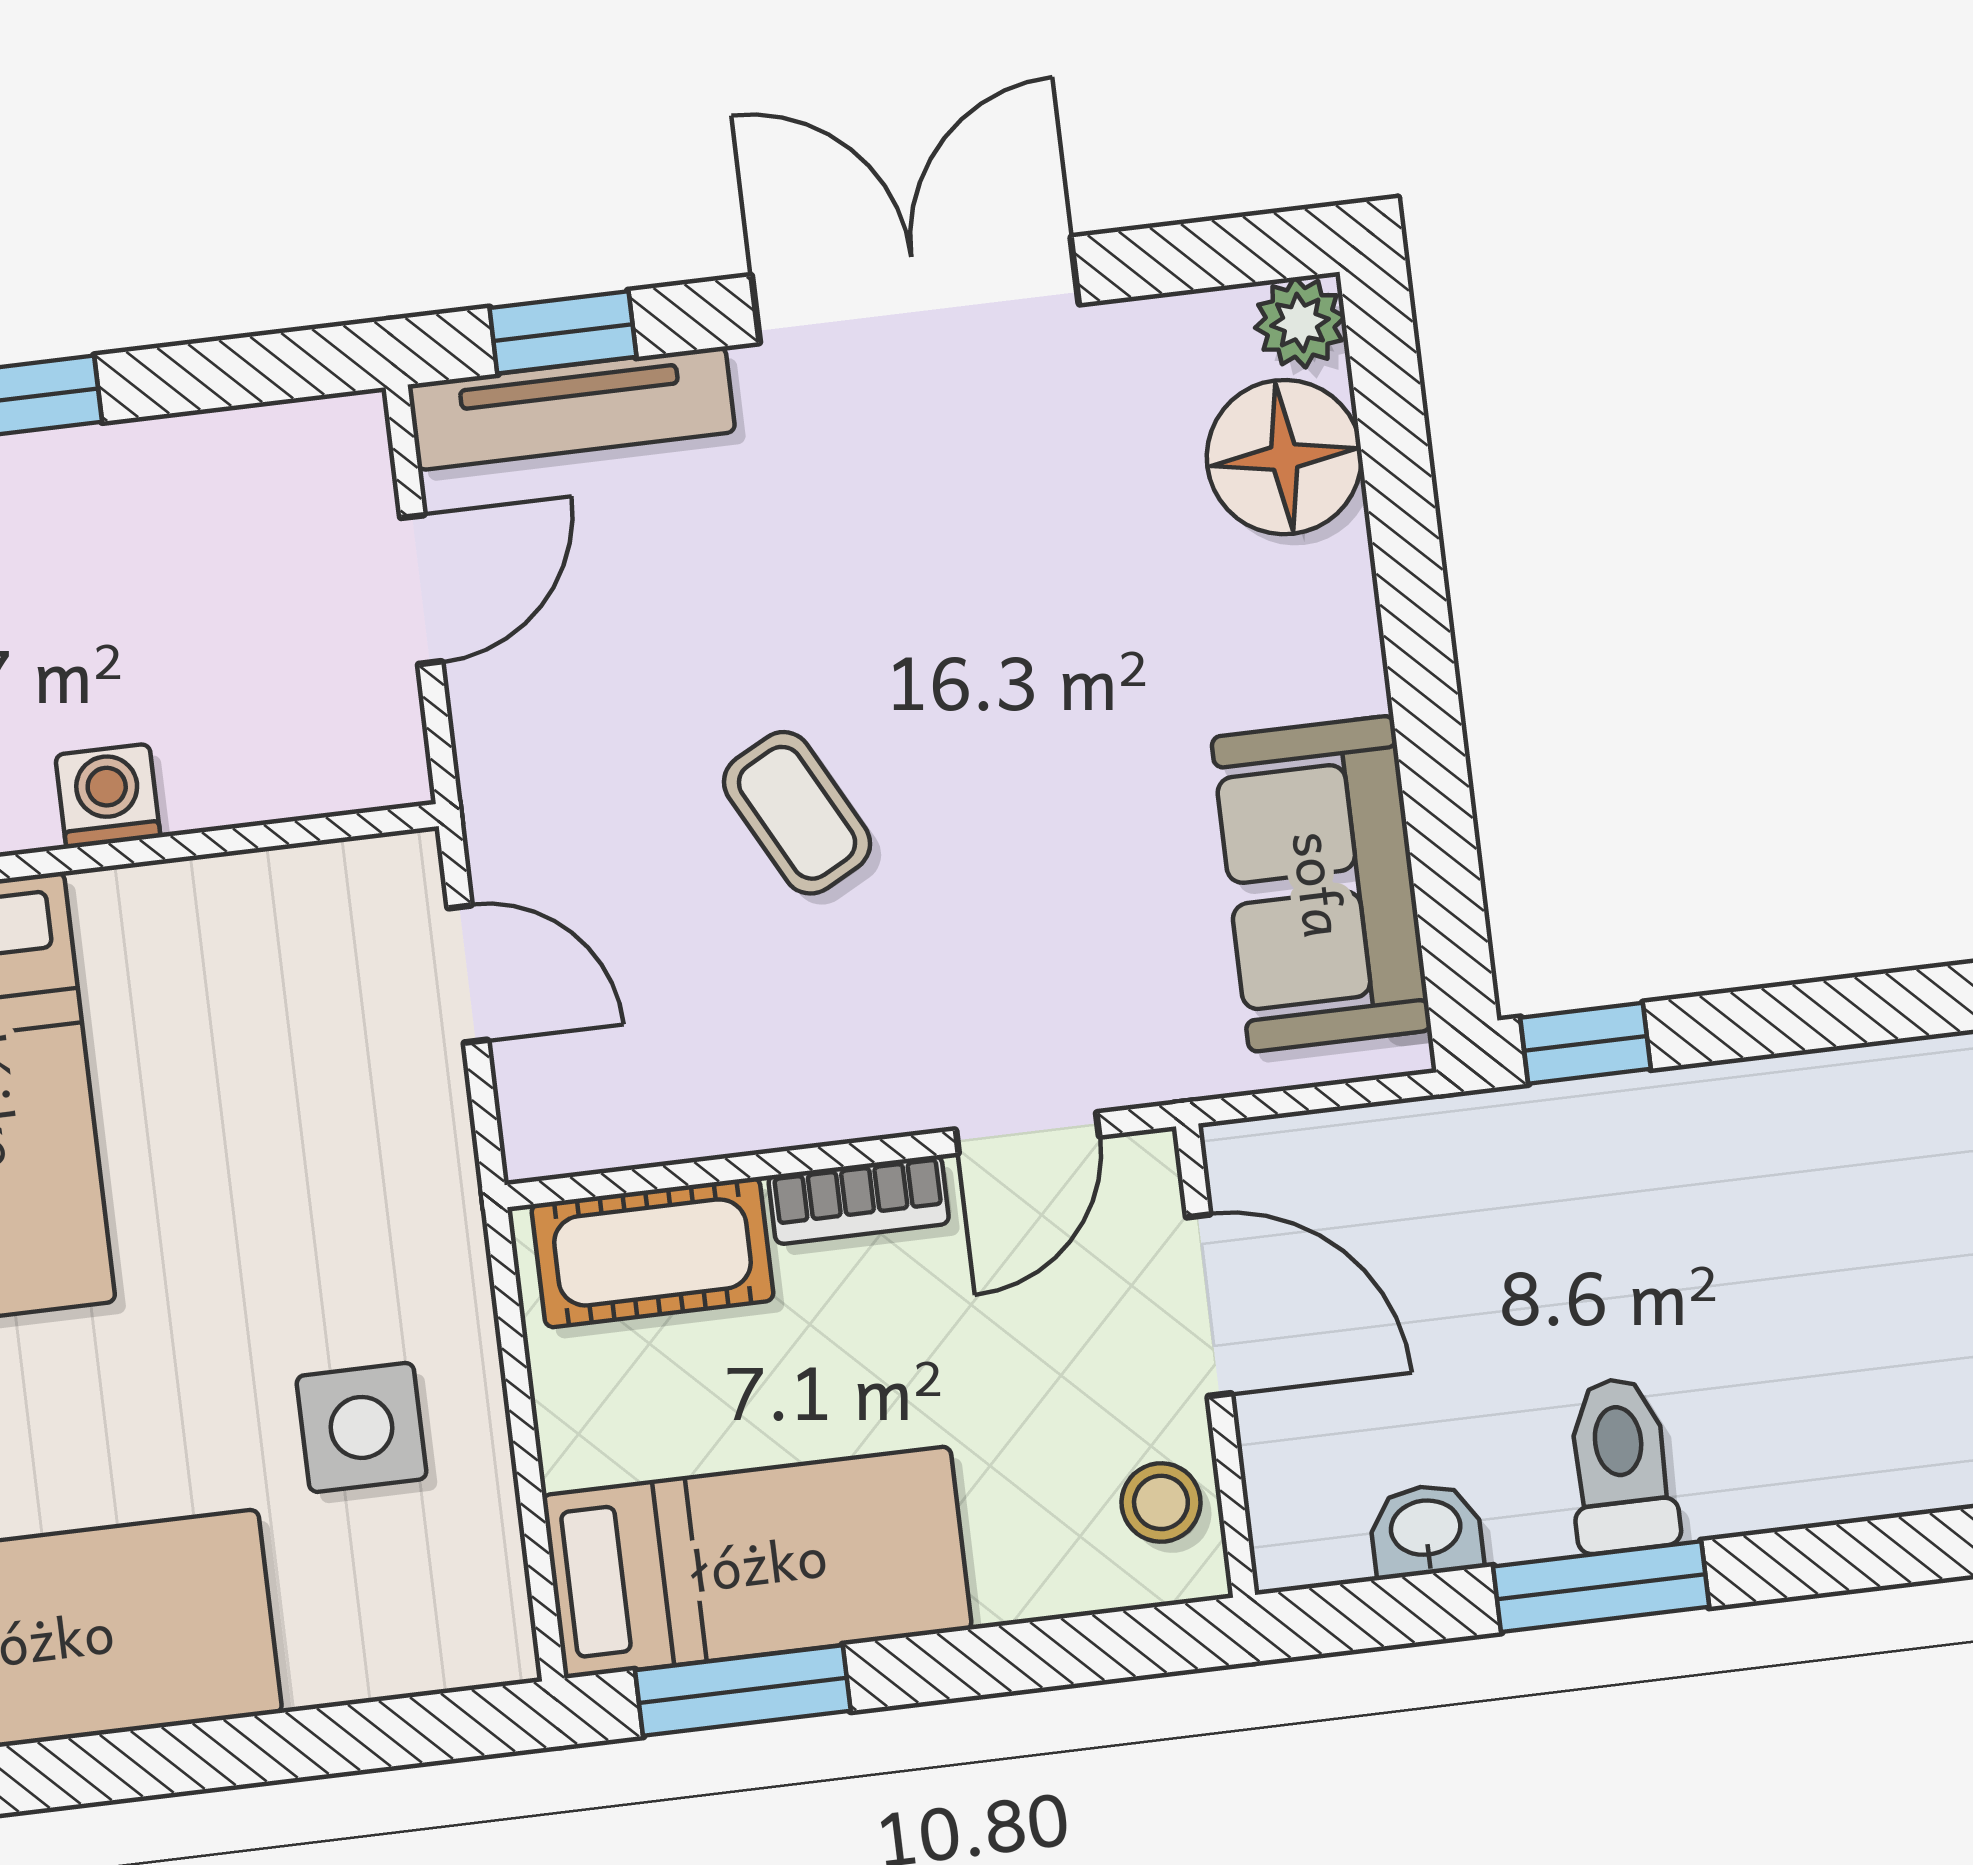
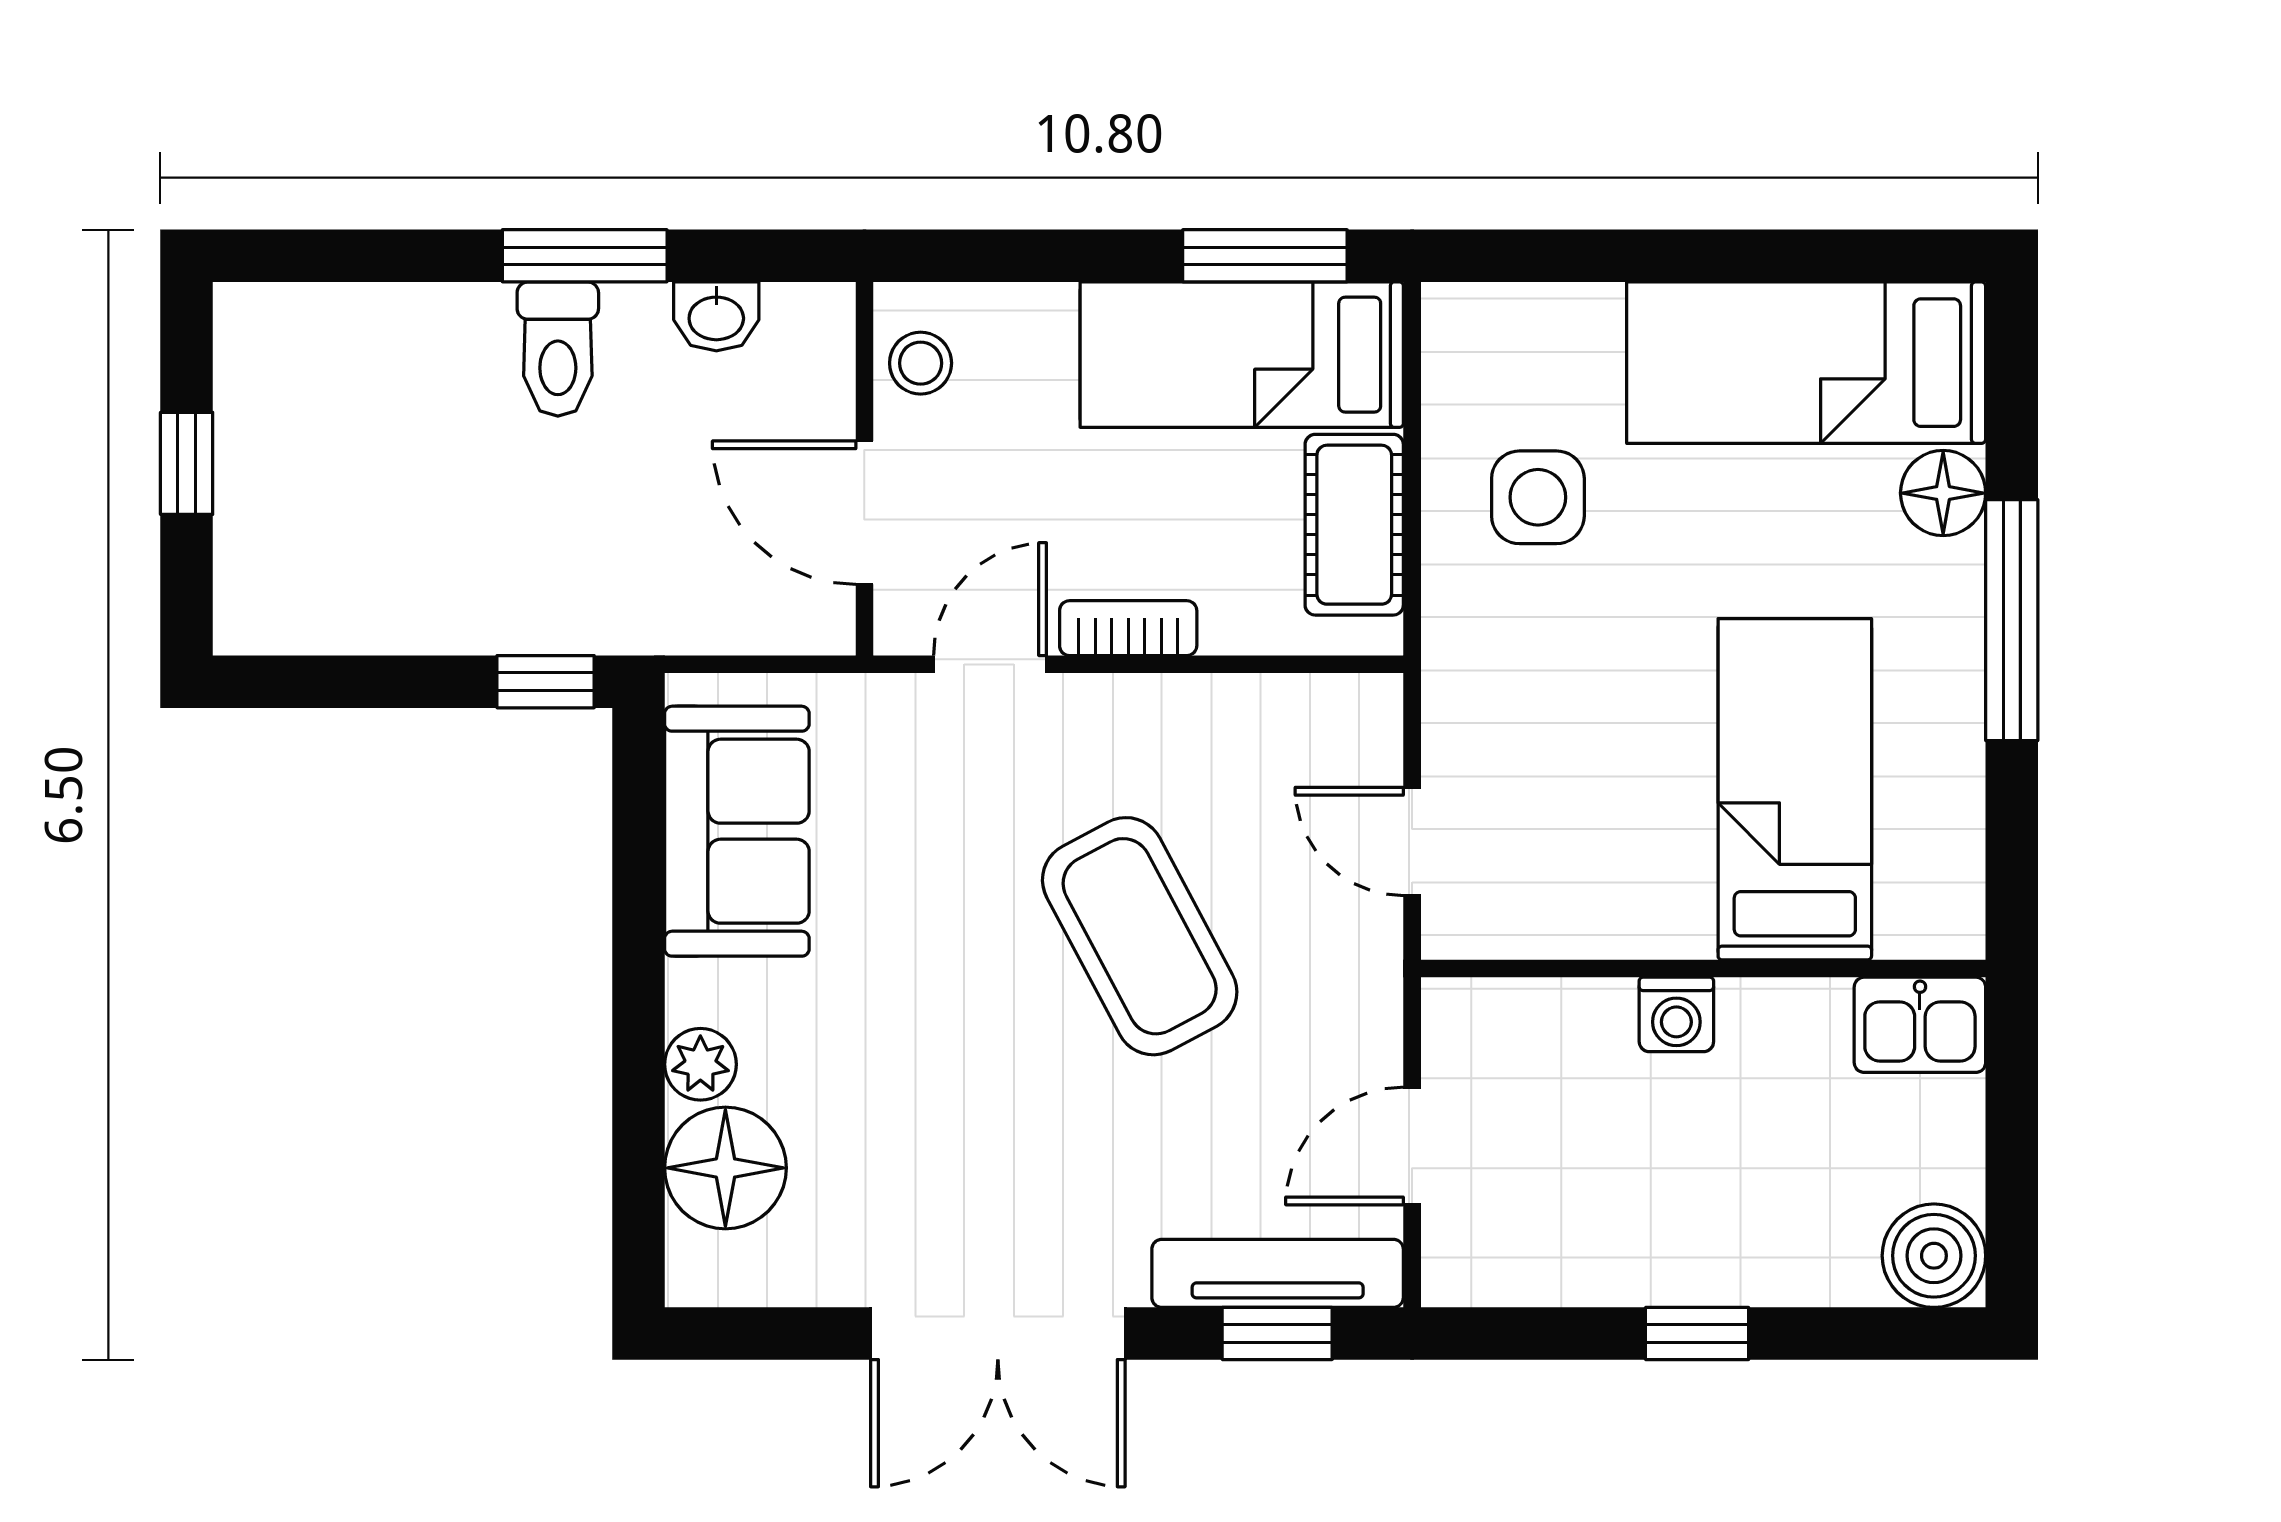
plant: (1300, 322) -> (700, 1064), moved
coffee table: (797, 813) -> (1140, 936), width x1.86, depth x1.72
cot: (652, 1252) -> (1354, 525), moved, turned 90

